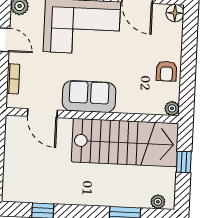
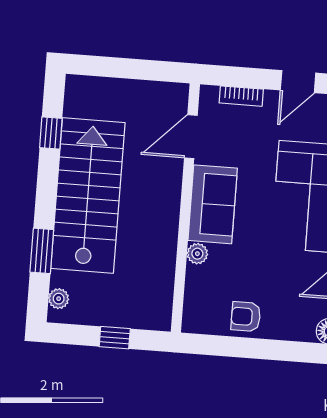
plant: (172, 108) -> (197, 254), moved
stairs: (125, 143) -> (88, 196), moved, turned 180

